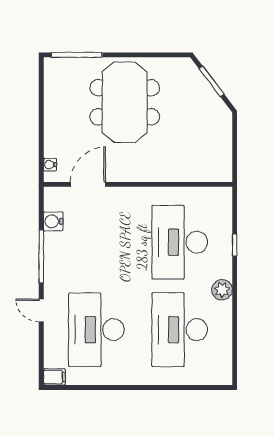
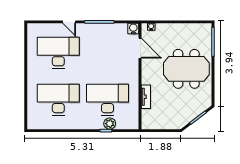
tv unit: (174, 174) -> (146, 97), added
water cooler: (53, 221) -> (133, 29), moved
plant: (222, 290) -> (110, 124), moved
door: (41, 310) -> (69, 22), swing flipped
filing cabinet: (54, 377) -> (32, 29), removed

